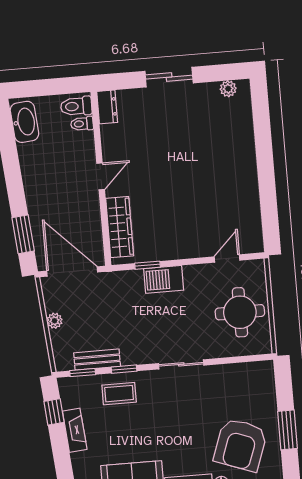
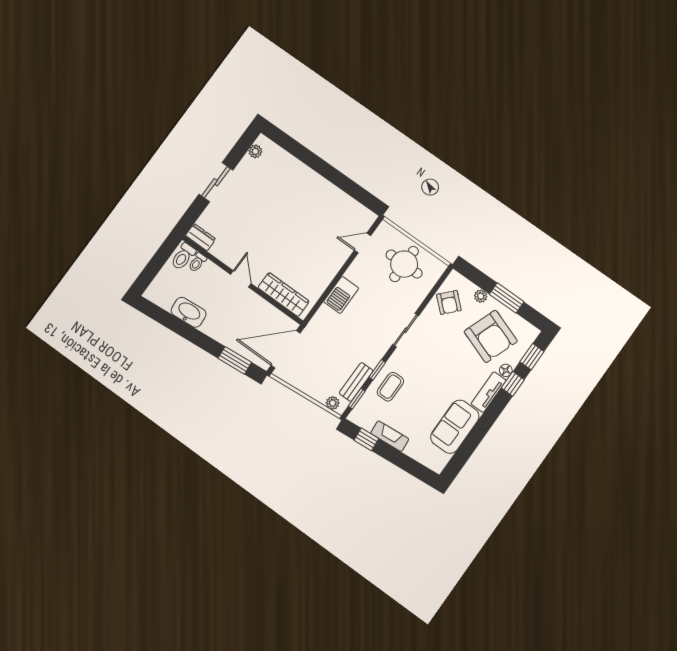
washbasin: (24, 122) -> (189, 312), moved
door: (227, 258) -> (362, 243), hinge flipped
window: (148, 265) -> (323, 297), removed
plant: (55, 321) -> (333, 403), moved
armchair: (239, 382) -> (449, 302), added
plant: (269, 405) -> (481, 296), added

